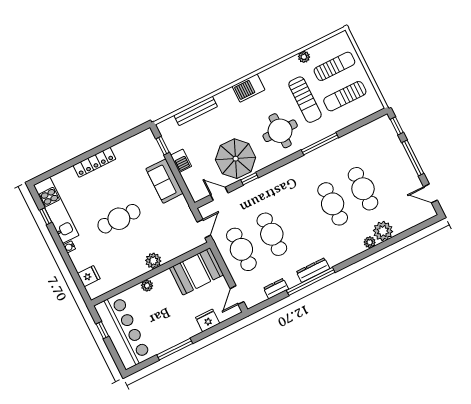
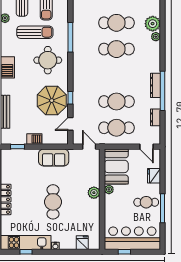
sofa: (164, 181) -> (54, 157), moved
plant: (147, 286) -> (109, 189), moved
cafe table: (172, 327) -> (146, 202), added

